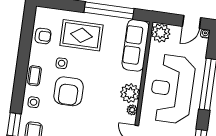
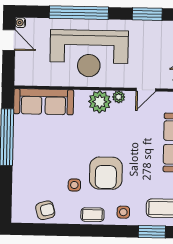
plant: (161, 33) -> (26, 74), removed
rug: (81, 35) -> (39, 166), removed
armchair: (43, 36) -> (45, 210), turned 75
armchair: (69, 91) -> (106, 173), turned 90

